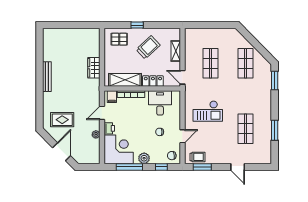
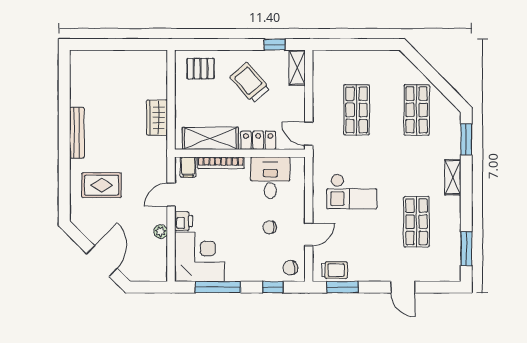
window: (137, 25) -> (275, 45), moved
trolley: (148, 47) -> (250, 83), turned -88
shelving: (176, 51) -> (297, 68), moved
shelving: (267, 103) -> (453, 177), added
rug: (62, 120) -> (101, 185), moved
window: (275, 130) -> (466, 249), moved
plant: (144, 158) -> (243, 272), removed

